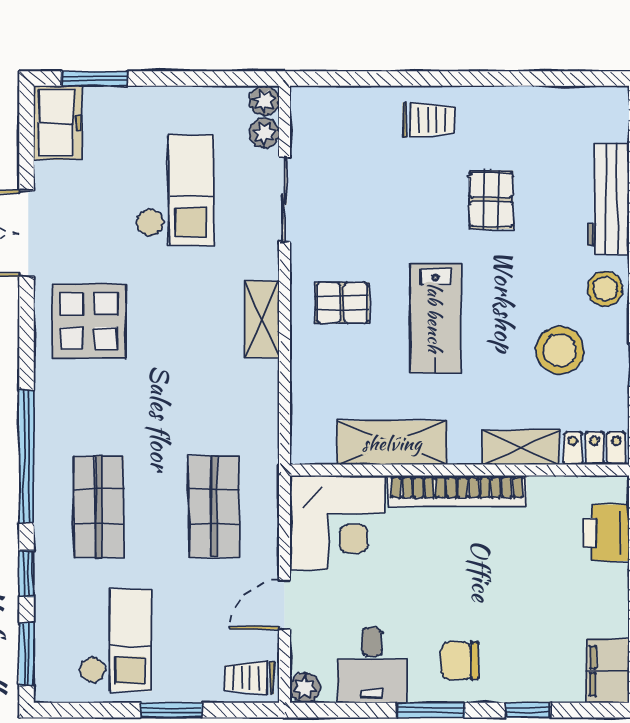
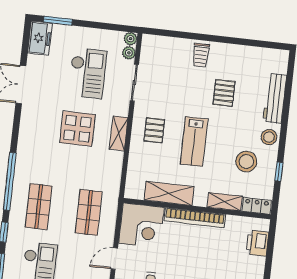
trolley: (429, 120) -> (201, 55), turned 90
pallet: (342, 303) -> (154, 130), turned 90
display table: (89, 321) -> (78, 129), moved

